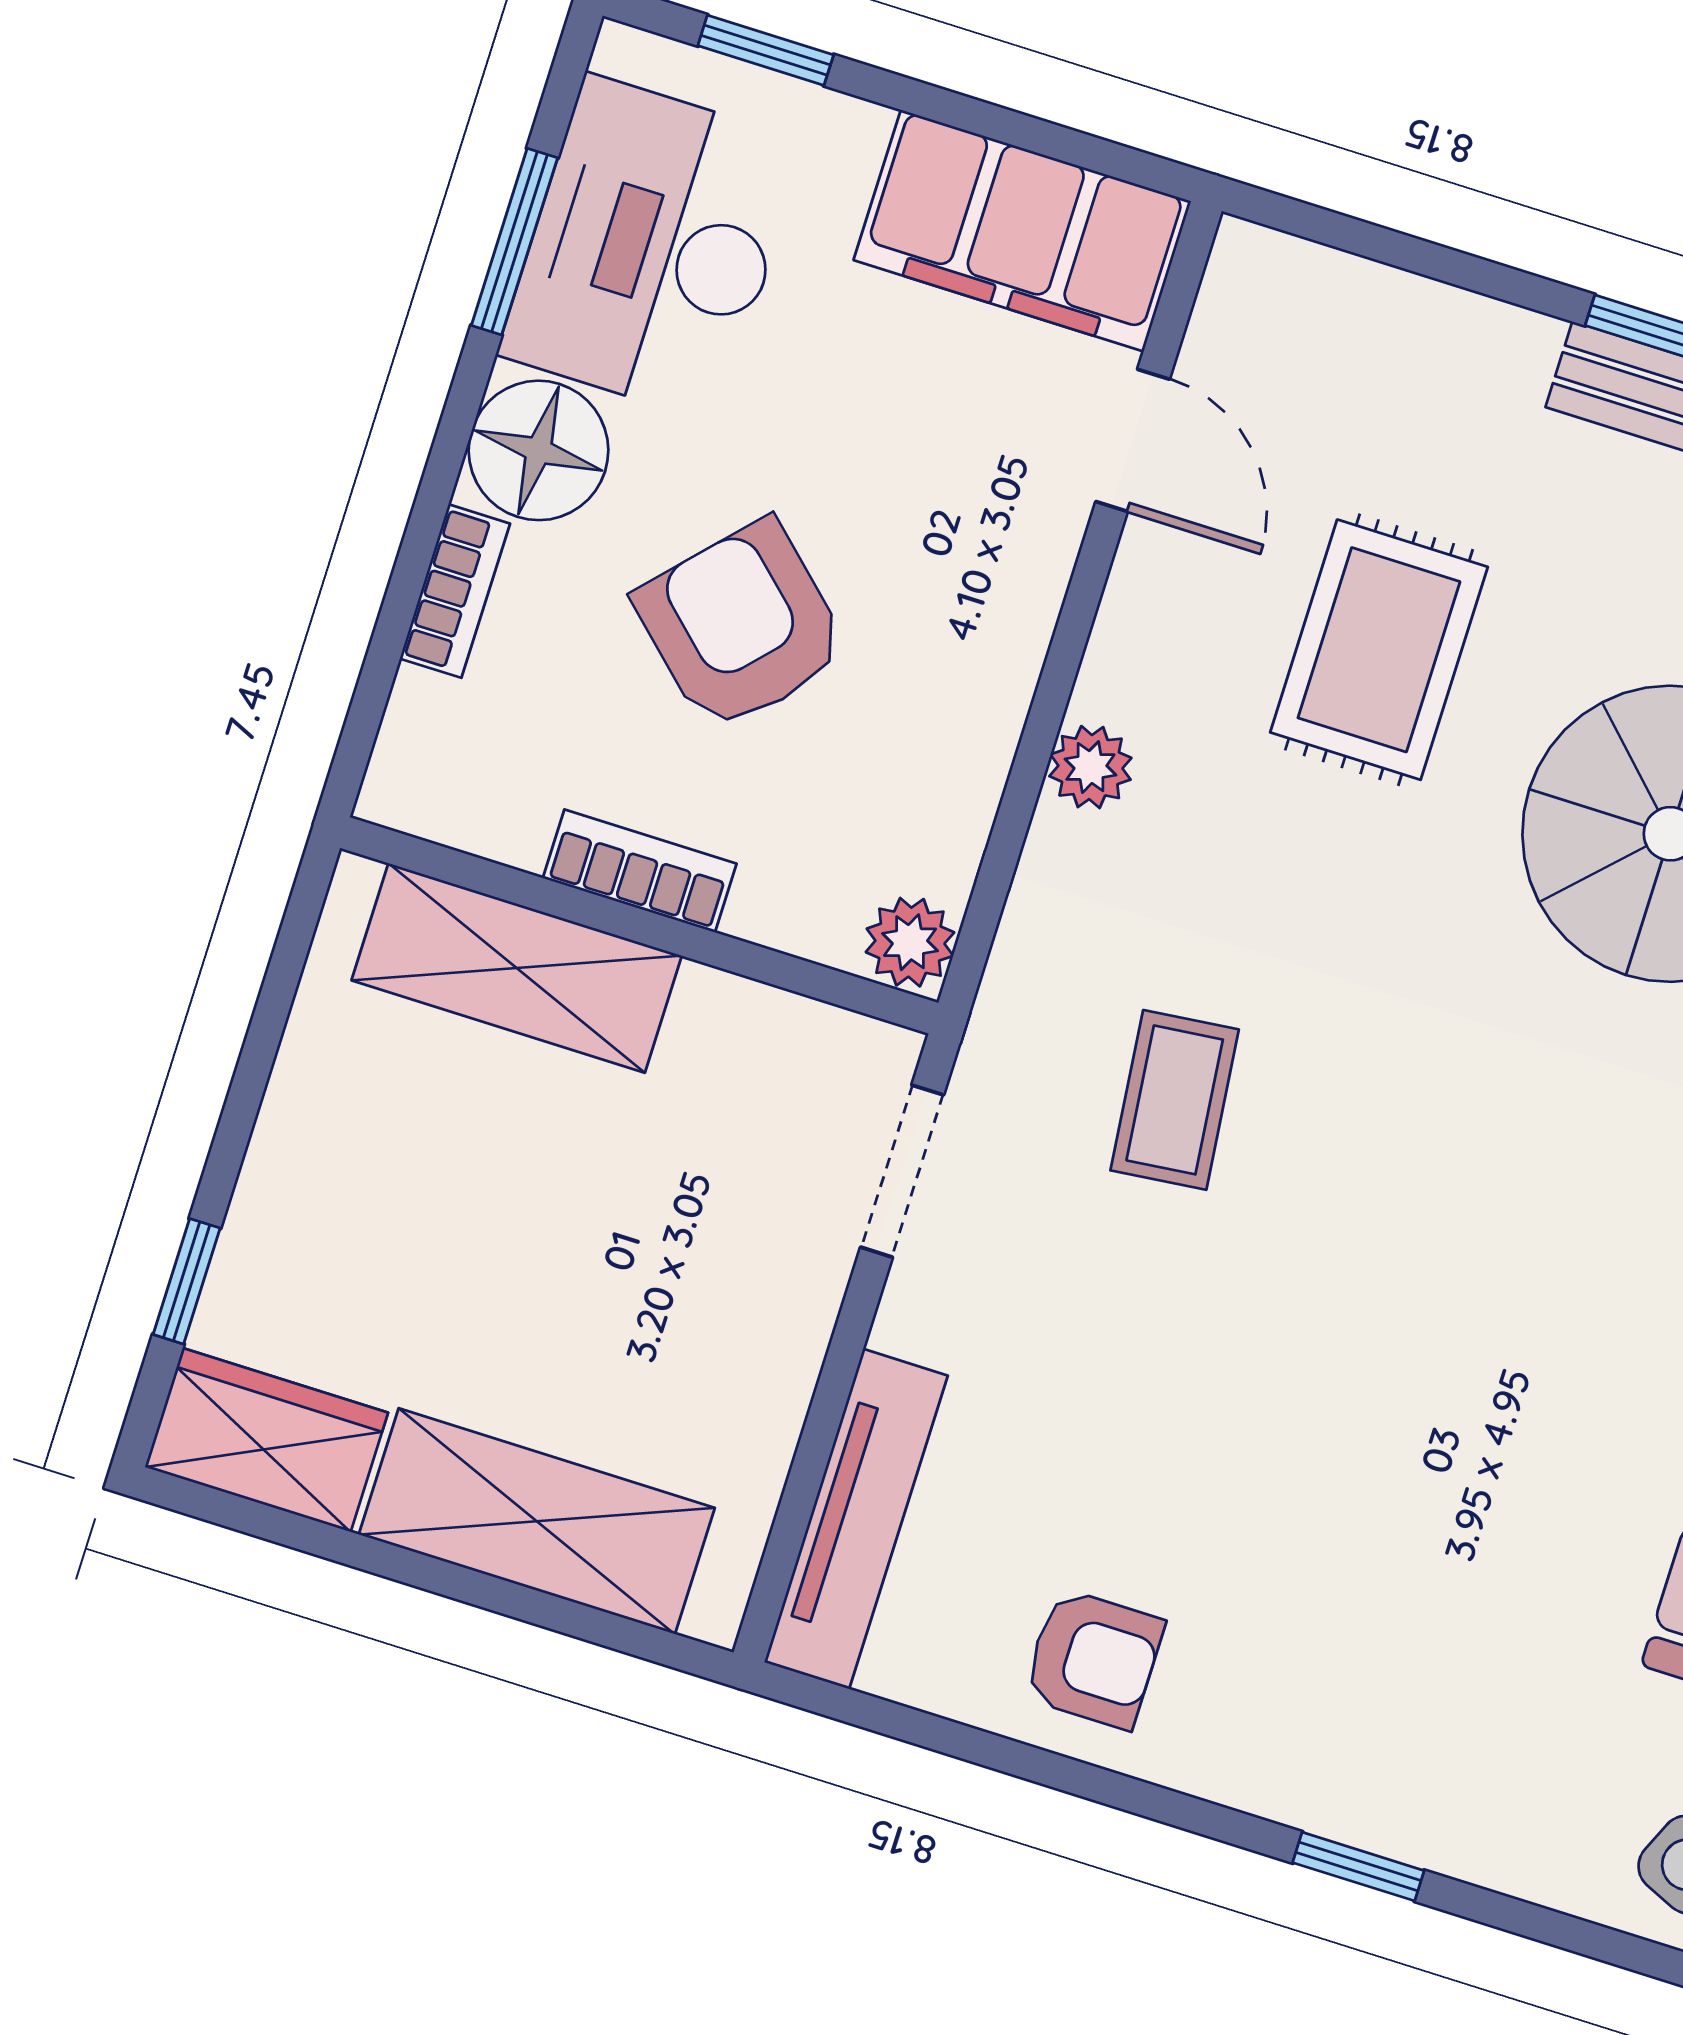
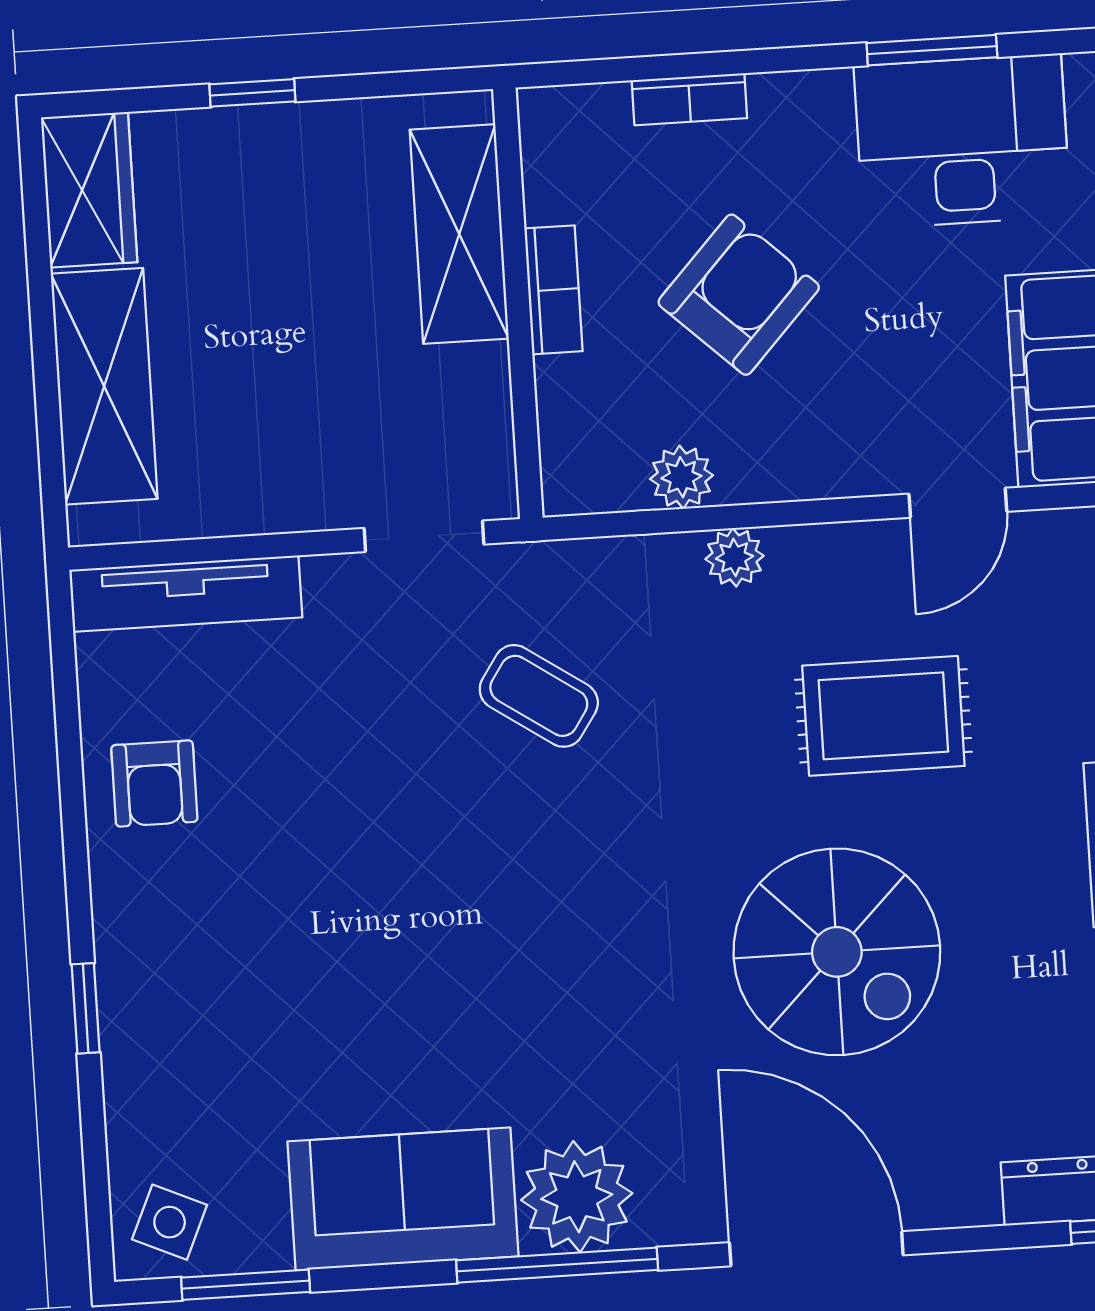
floor lamp: (538, 450) -> (802, 118), removed
plant: (910, 942) -> (681, 477), moved
coffee table: (1175, 1100) -> (539, 696), turned 40
window: (187, 1281) -> (252, 93), moved

